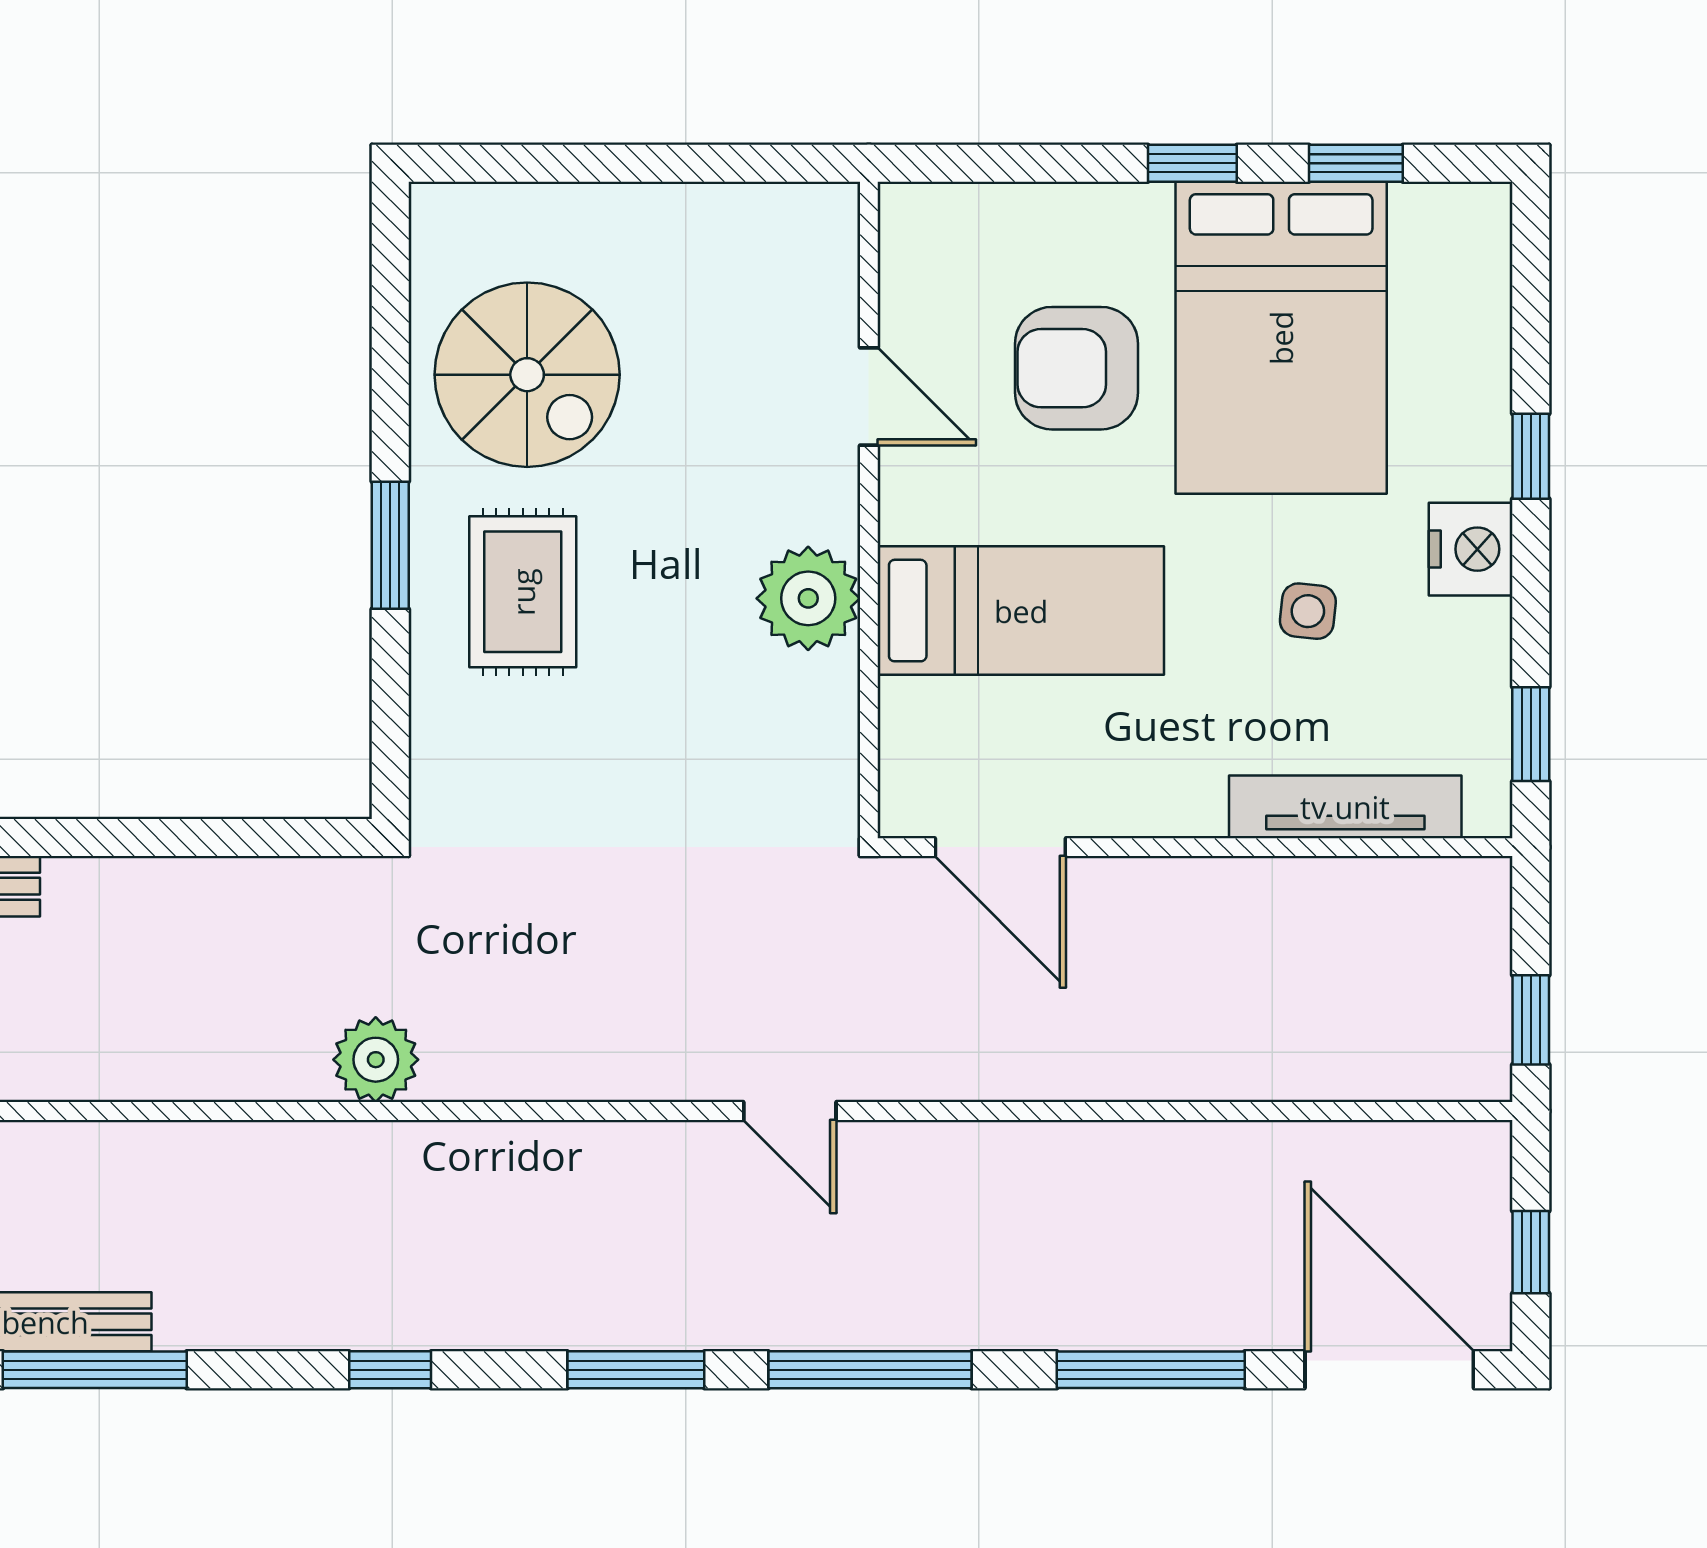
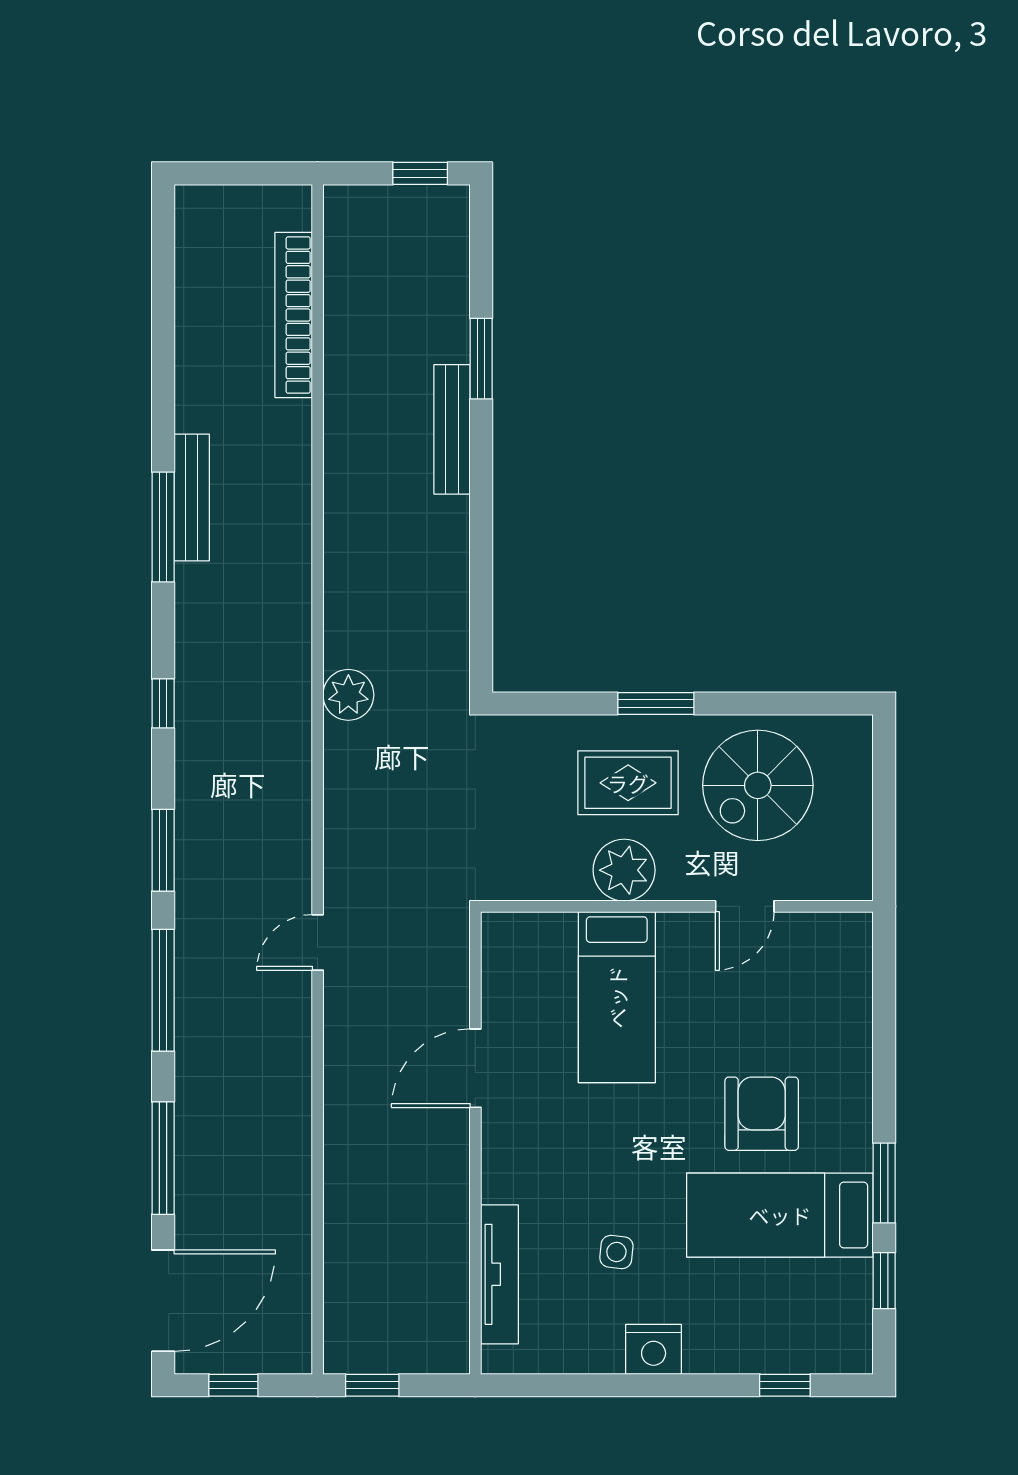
window: (1192, 163) -> (884, 1183), width x1.50
bed: (1281, 338) -> (780, 1215), width x0.67
door: (869, 397) -> (745, 906), moved
window: (1531, 456) -> (785, 1385), moved
wall: (869, 510) -> (677, 906), moved
plant: (808, 598) -> (624, 870), moved
bed: (1021, 611) -> (617, 997), moved
window: (1531, 734) -> (543, 1385), removed

